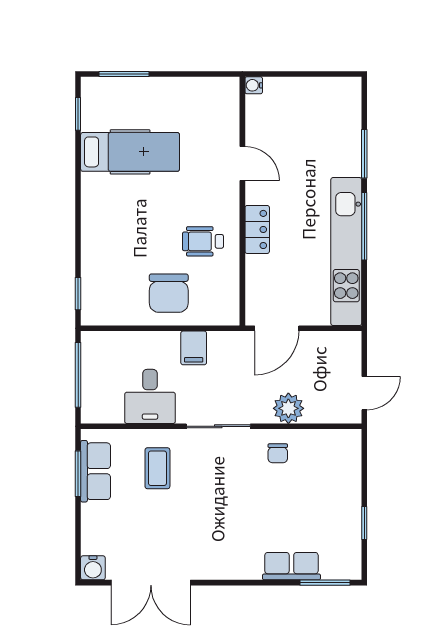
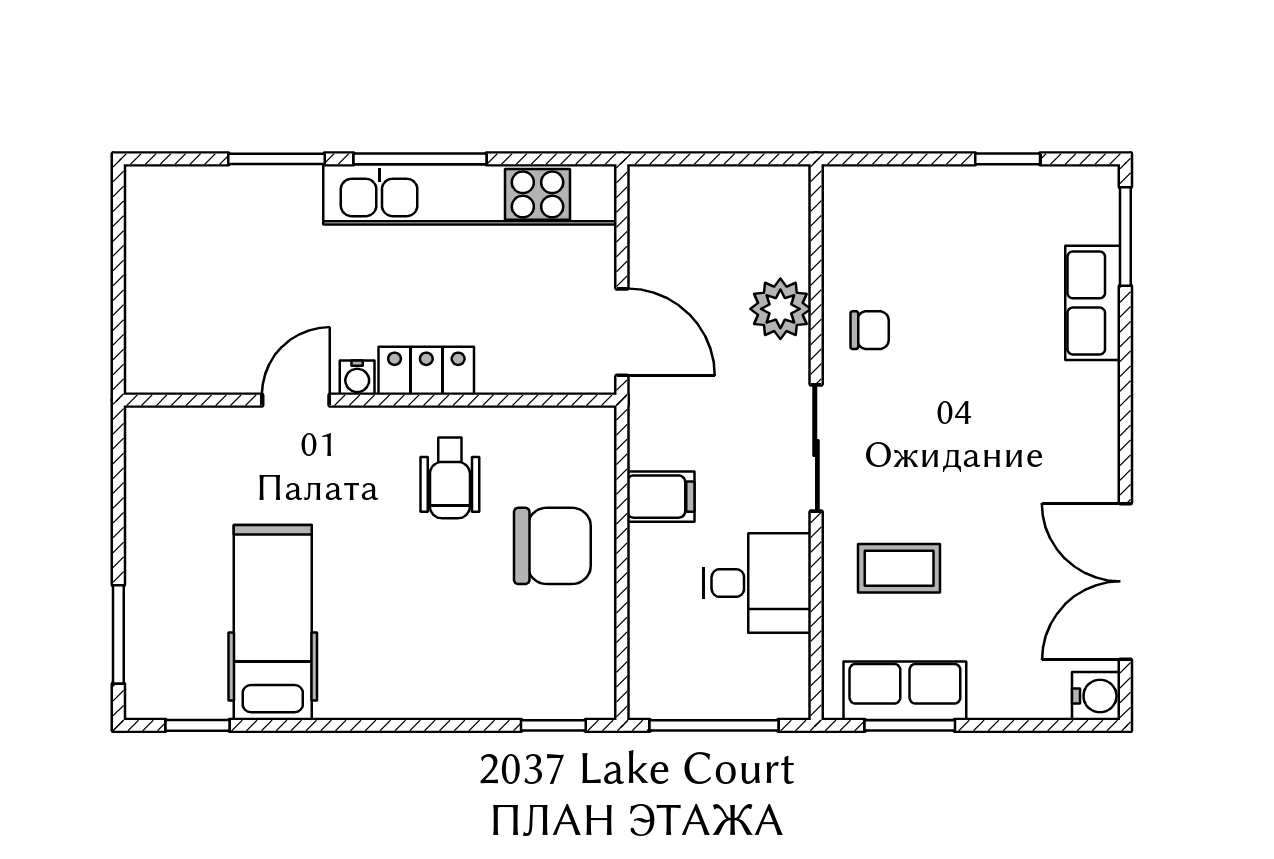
water cooler: (254, 85) -> (357, 378), moved
door: (364, 393) -> (750, 159), removed
double door: (151, 583) -> (1125, 581), swing flipped

